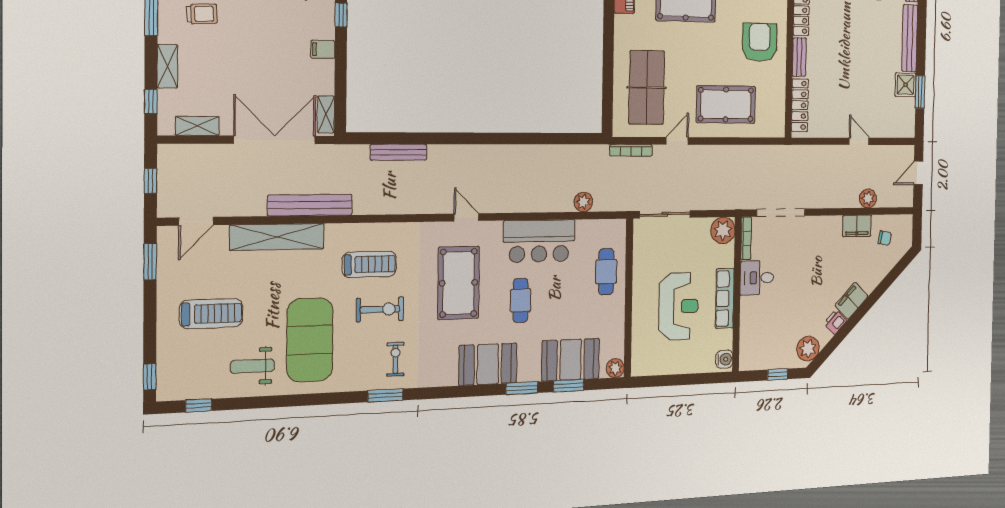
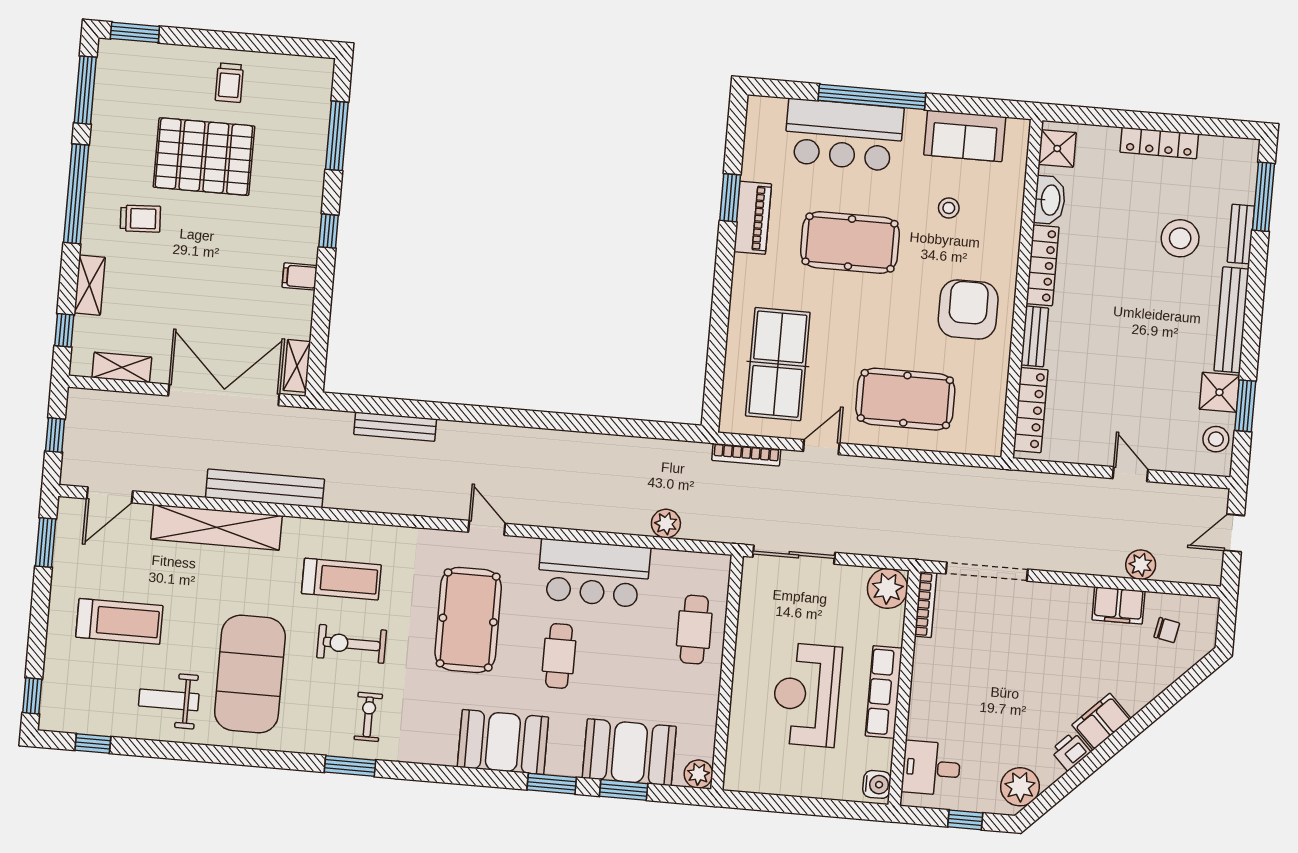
stool: (905, 115) -> (1216, 439), added
desk: (757, 278) -> (931, 768), moved
reception desk: (678, 306) -> (807, 695), turned 180
exercise bike: (380, 309) -> (352, 644), turned 180

